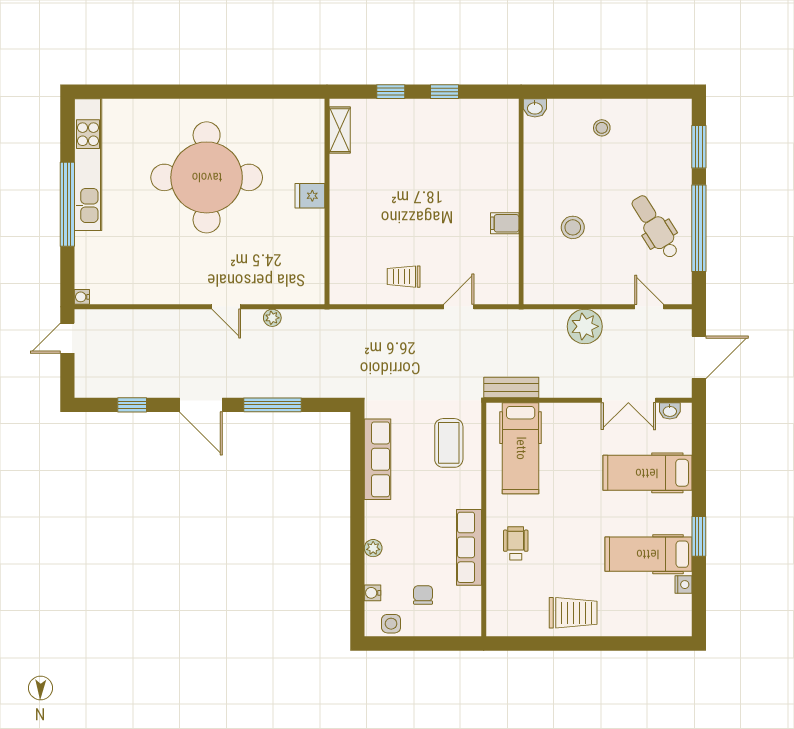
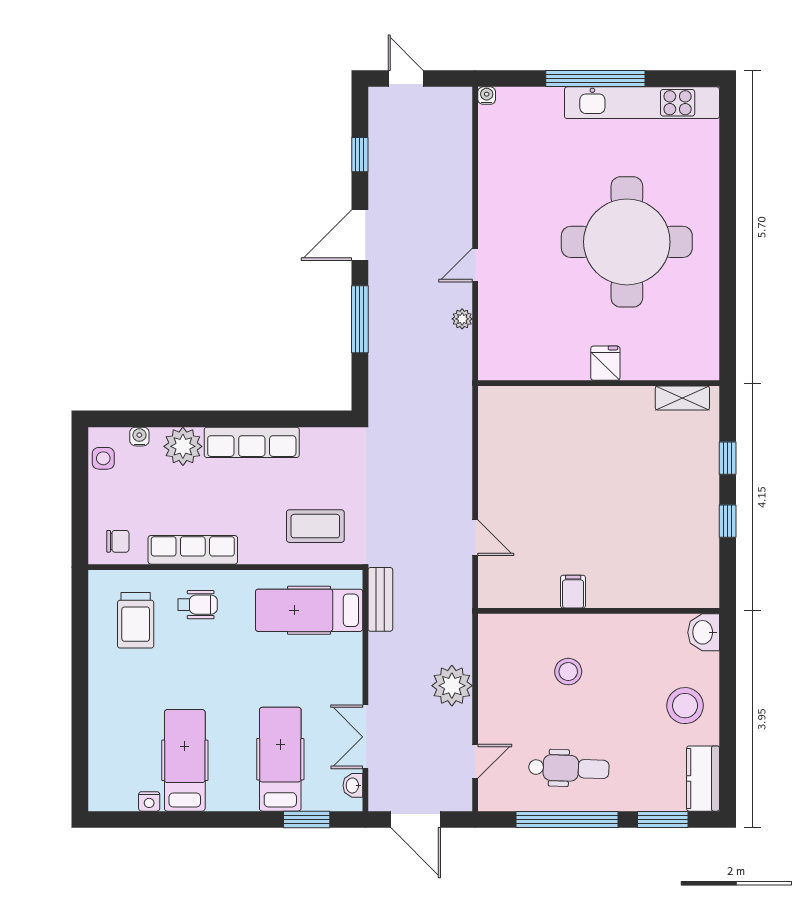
washbasin: (535, 108) -> (704, 632), width x1.38, depth x1.45
kitchen counter: (664, 113) -> (703, 779), added
stool: (602, 128) -> (685, 706), width x1.89, depth x1.89
dental chair: (655, 227) -> (569, 768), turned 34
trolley: (404, 277) -> (511, 473), removed
door: (67, 338) -> (406, 79), moved
row of seats: (377, 459) -> (252, 442), moved
window: (699, 536) -> (307, 819), moved
plant: (373, 548) -> (183, 446), width x1.88, depth x1.88
chair: (423, 595) -> (118, 541), moved
trolley: (573, 613) -> (136, 620), moved

